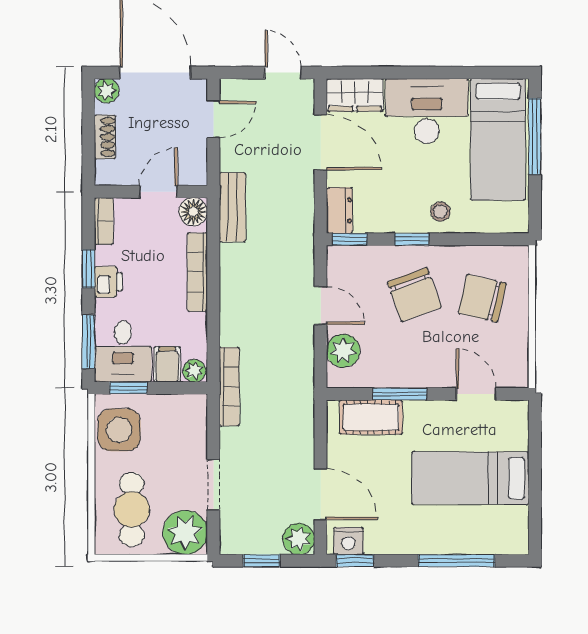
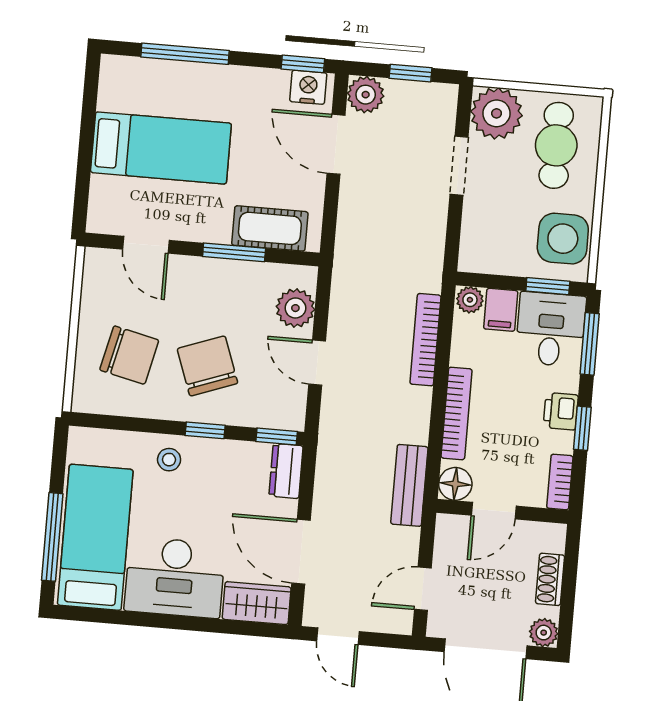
bookcase: (229, 387) -> (425, 340), moved

